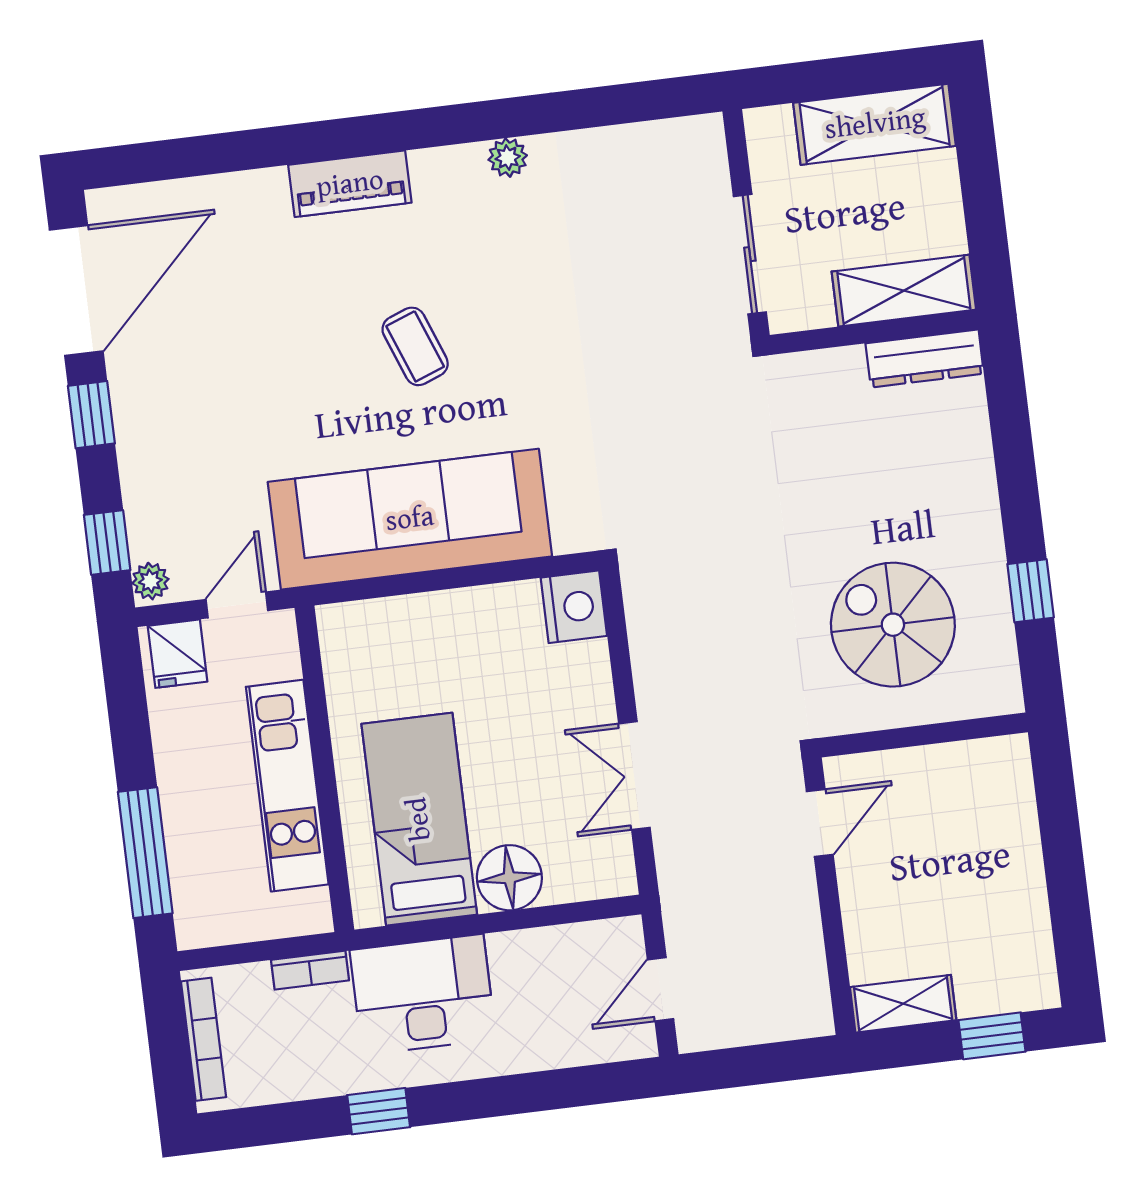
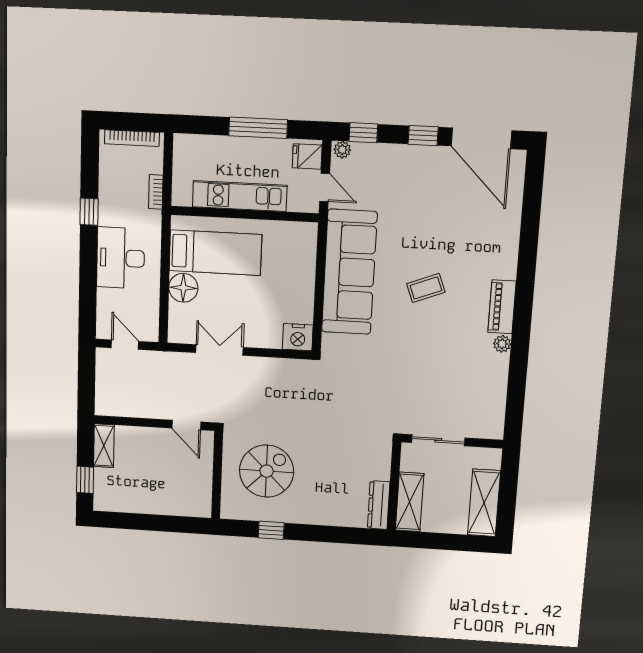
piano: (350, 184) -> (502, 307), moved
window: (145, 853) -> (258, 128), moved
desk: (423, 995) -> (121, 258), moved, turned 180

